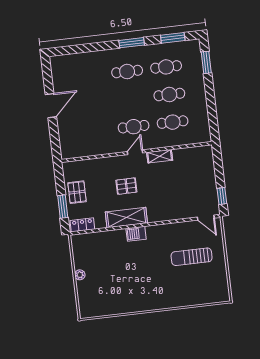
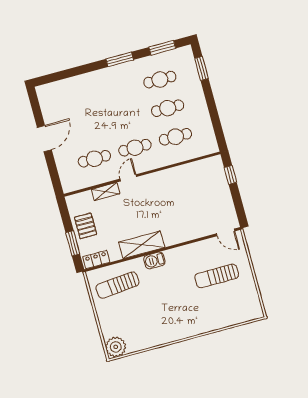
cafe table: (127, 72) -> (94, 159), moved
door: (135, 152) -> (128, 178), moved
shelving: (160, 156) -> (106, 192), moved
pallet: (126, 186) -> (137, 212), removed
window: (222, 196) -> (230, 175), moved
sun lounger: (98, 251) -> (117, 285), added
plant: (80, 275) -> (116, 347), moved, width x1.88, depth x1.88

